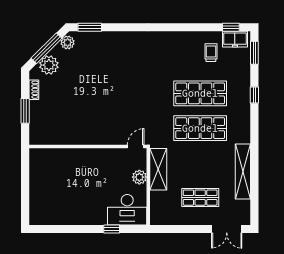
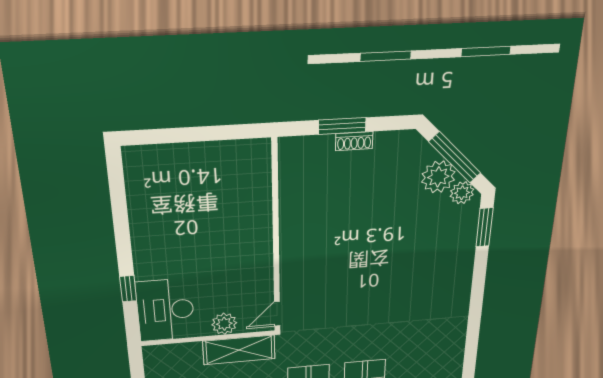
plant: (49, 65) -> (438, 177), moved
shoe rack: (34, 90) -> (354, 141), moved
door: (136, 146) -> (277, 314), swing flipped

